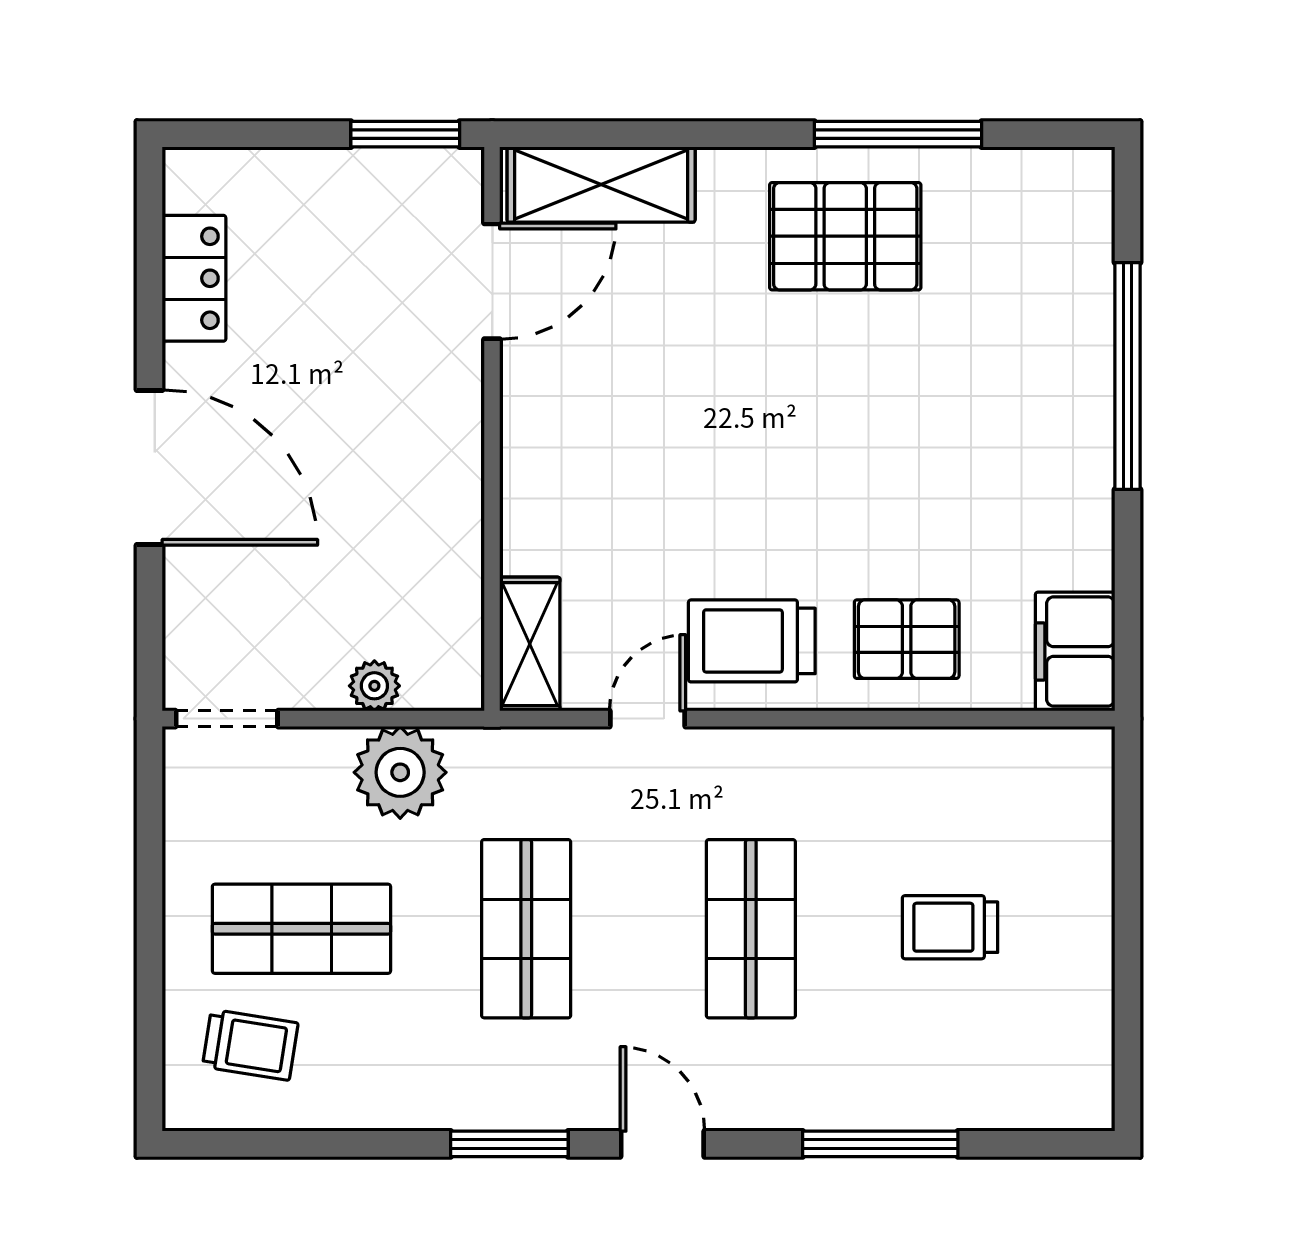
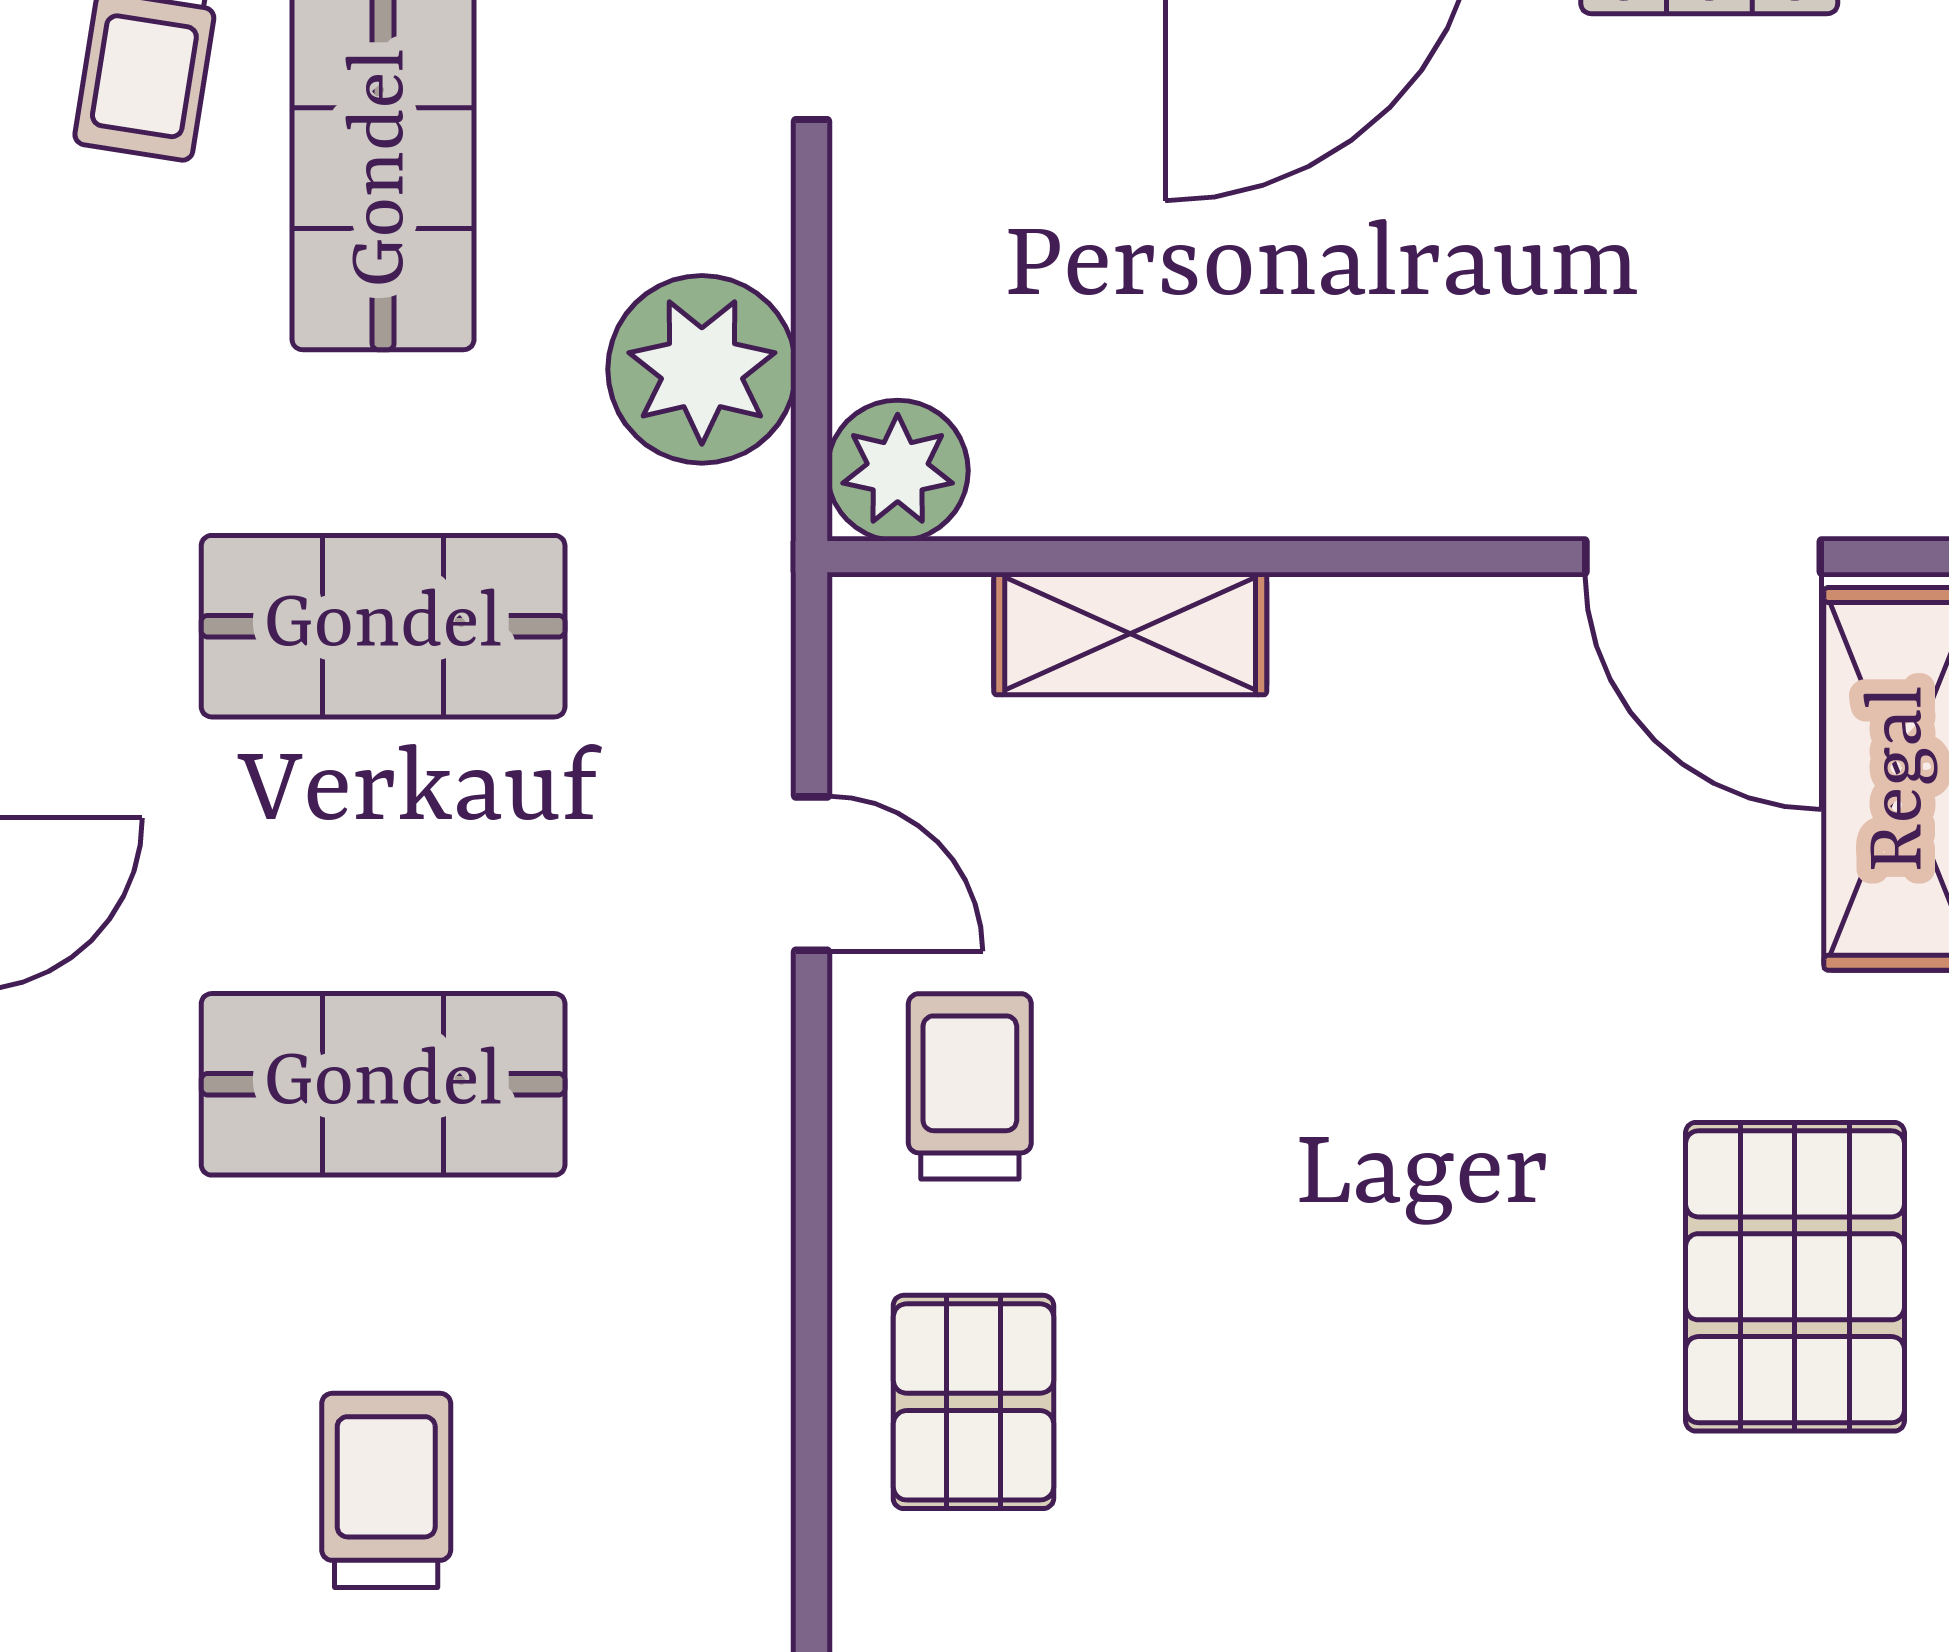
trolley: (752, 641) -> (970, 1086), width x0.73, depth x0.72
shelving: (530, 644) -> (1130, 634), moved
plant: (374, 686) -> (898, 471), moved, width x1.38, depth x1.38

